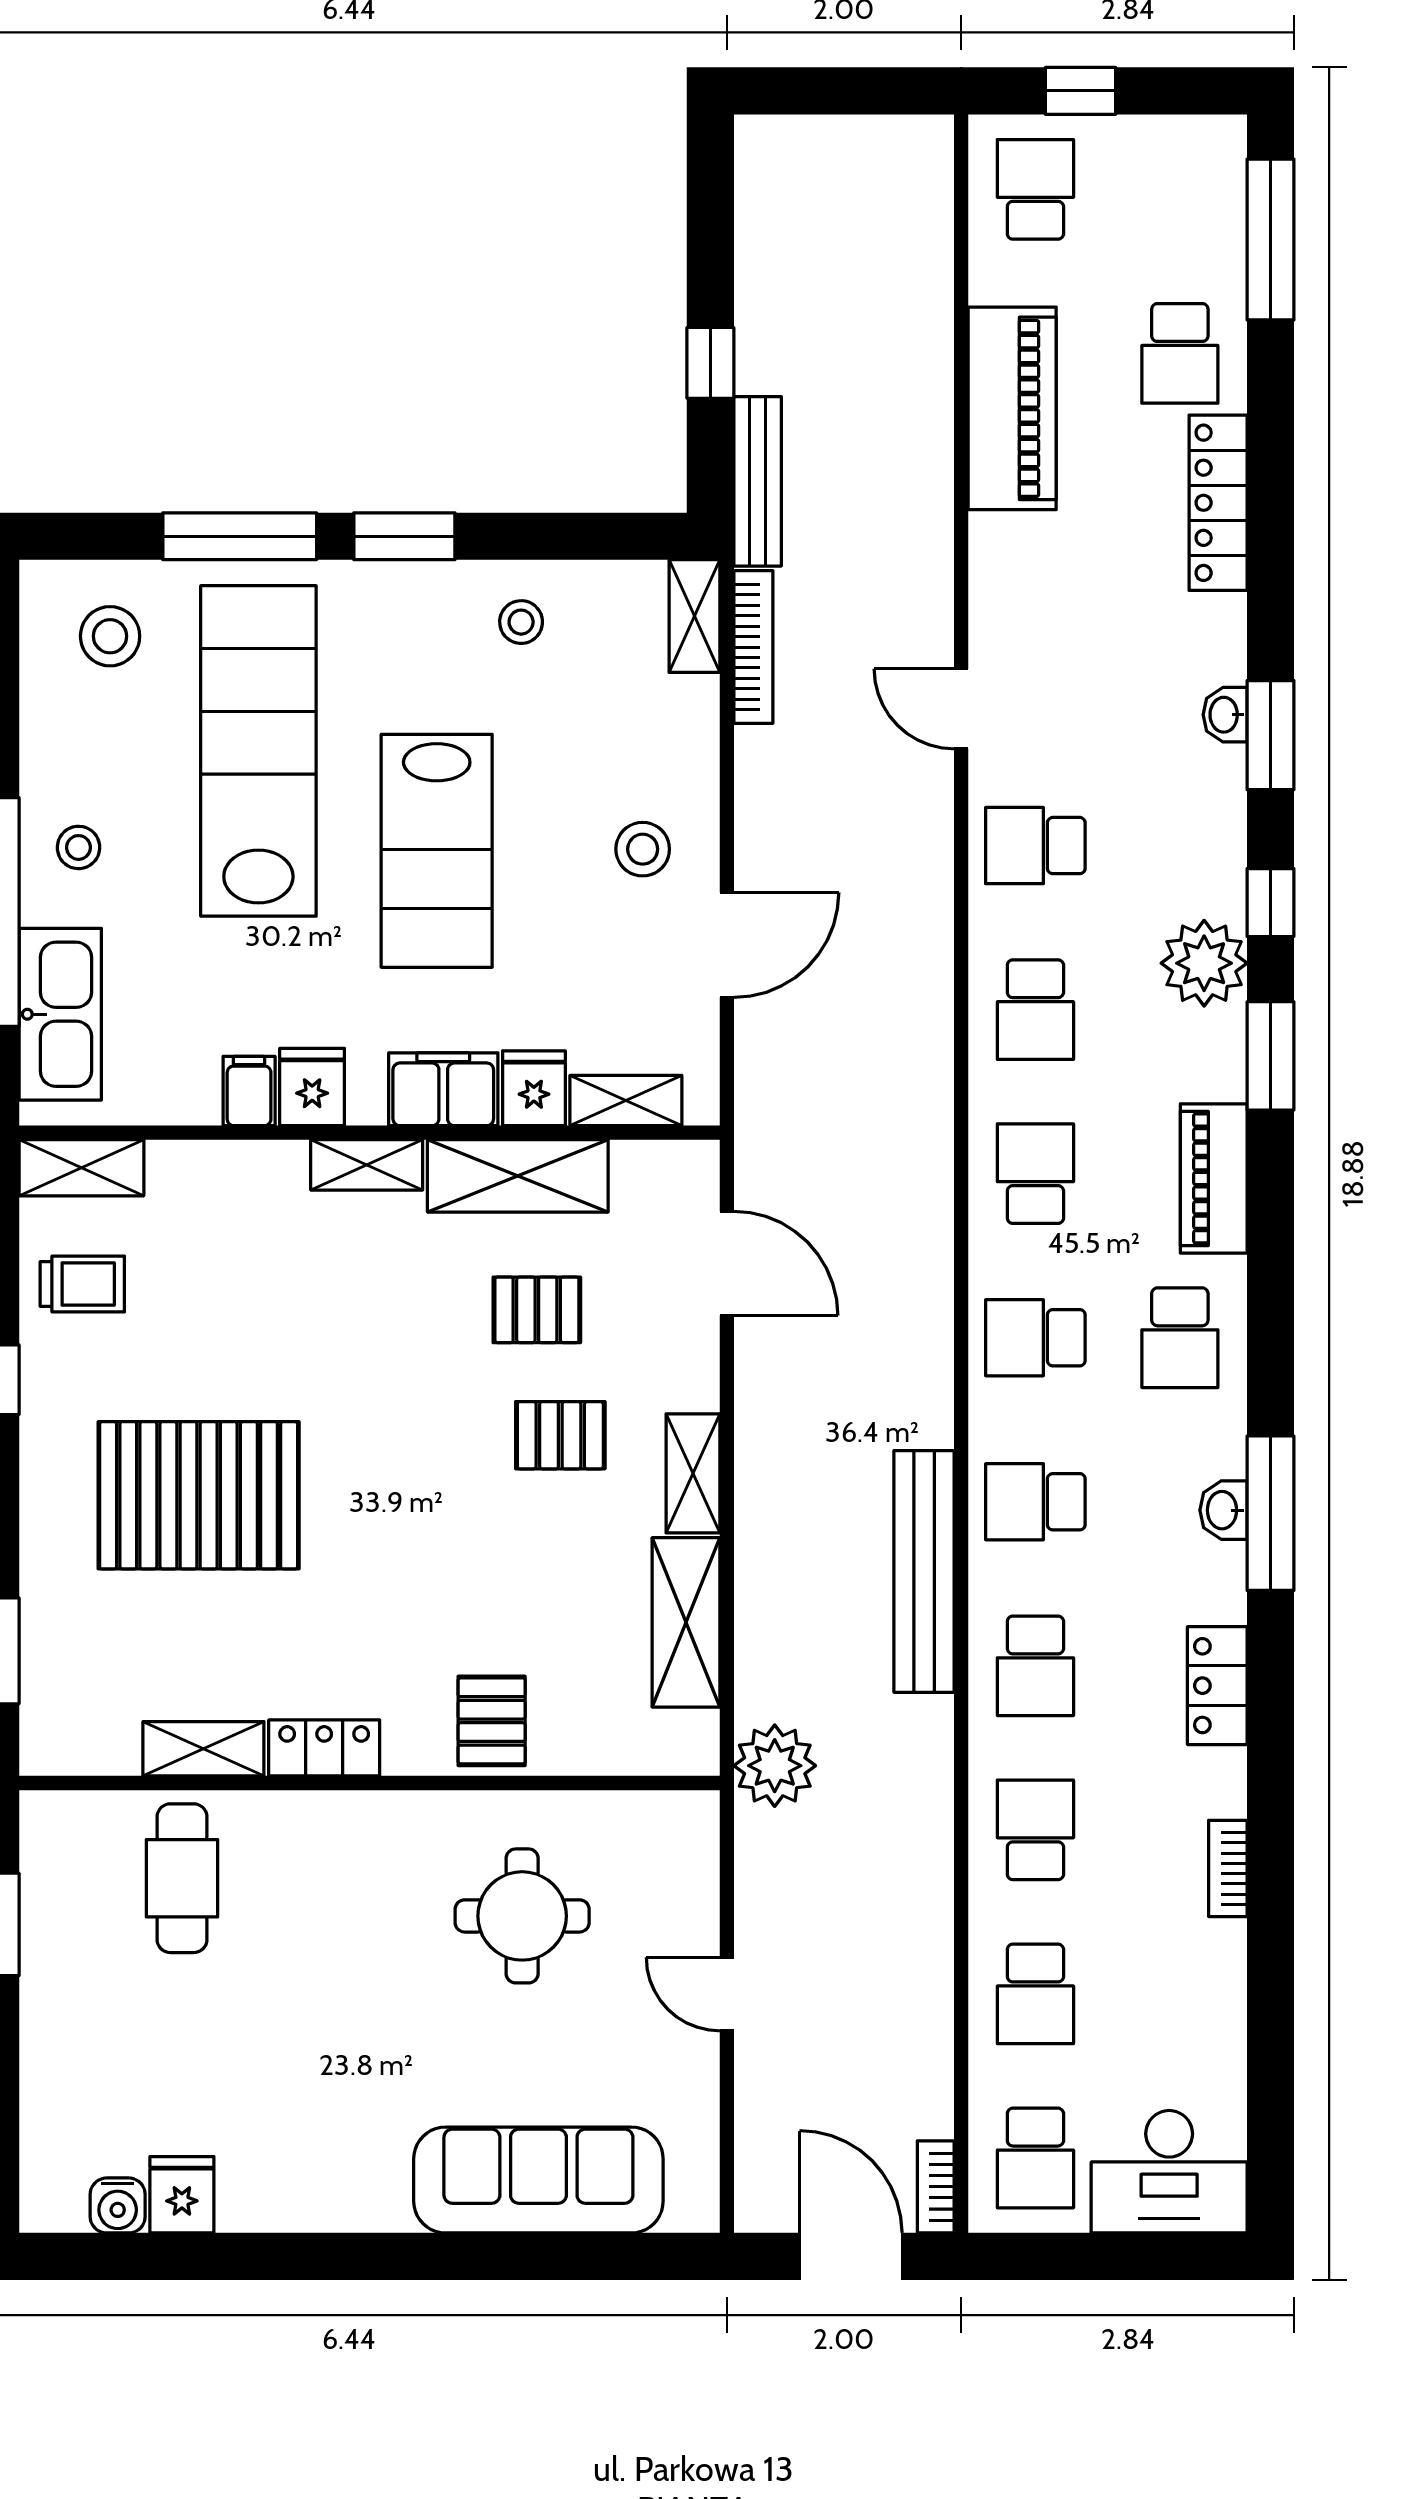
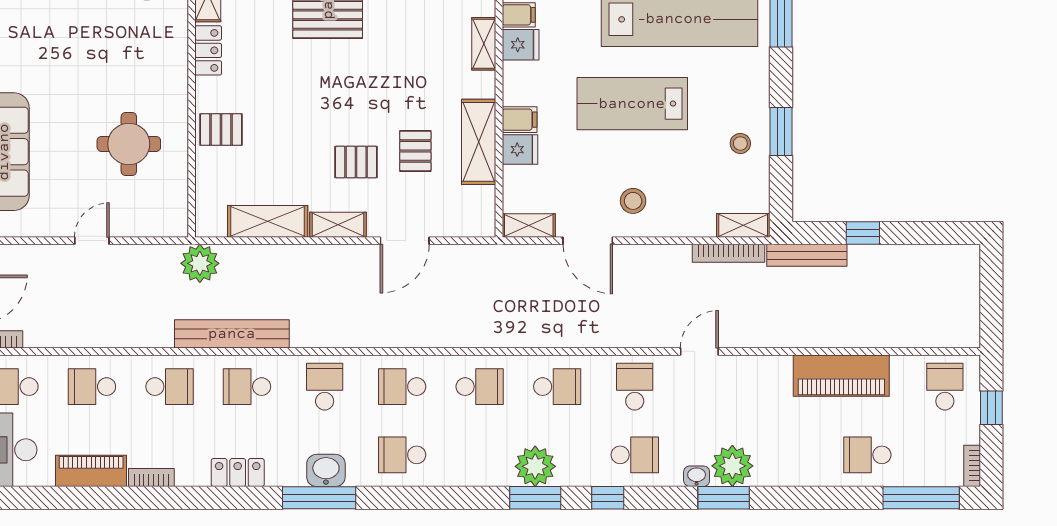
bookcase: (1203, 132) -> (972, 466), added
school desk: (1035, 189) -> (945, 387), turned -90
locker: (1218, 503) -> (797, 473), removed
window: (404, 536) -> (781, 131), moved
plant: (1203, 639) -> (732, 466), added
window: (1271, 735) -> (724, 498), moved
school desk: (1180, 846) -> (635, 455), added
plant: (1204, 963) -> (535, 466), moved
school desk: (1035, 1010) -> (557, 387), turned 180
filing cabinet: (443, 1089) -> (520, 120), width x0.50
shelving: (626, 1100) -> (529, 225), moved, turned 90
shelving: (367, 1165) -> (484, 44), moved
piano: (1214, 1178) -> (91, 471), moved
door: (727, 1263) -> (405, 241), moved
school desk: (1035, 1338) -> (402, 387), turned -90
pallet: (560, 1435) -> (356, 162), turned 90
washbasin: (1223, 1510) -> (326, 470), width x1.38, depth x1.45
bench: (924, 1571) -> (232, 334), moved

